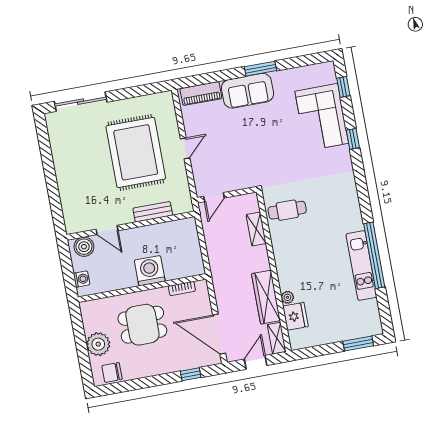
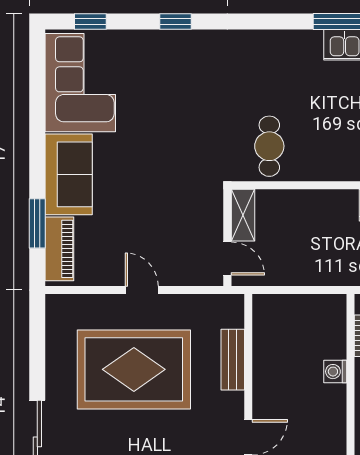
window: (260, 69) -> (37, 223), moved
corner sofa: (322, 117) -> (80, 83), moved, turned -90
shelving: (256, 229) -> (243, 215), moved, turned 90
washing machine: (150, 271) -> (335, 372), width x0.53, depth x0.53

